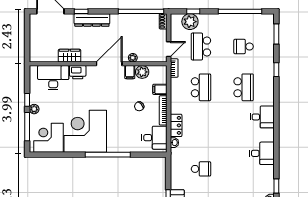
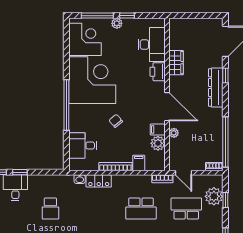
chair: (139, 106) -> (116, 121), moved
desk: (154, 138) -> (83, 145), moved, turned 90

